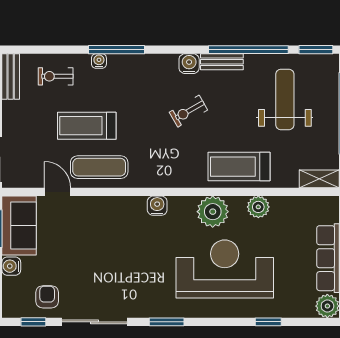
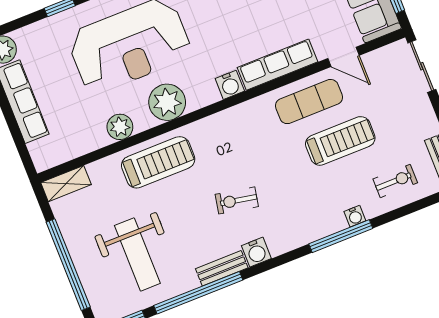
exercise bike: (188, 111) -> (237, 200), turned -139
row of seats: (113, 207) -> (277, 65), added

